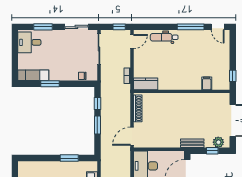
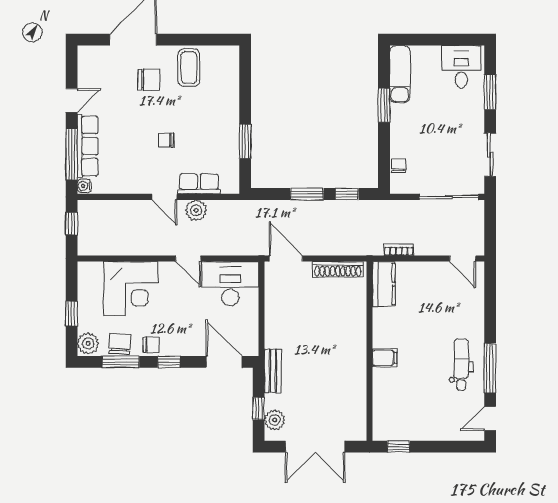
window: (119, 27) -> (490, 234), removed
dental chair: (164, 37) -> (461, 364), moved
filing cabinet: (207, 83) -> (385, 358), moved

